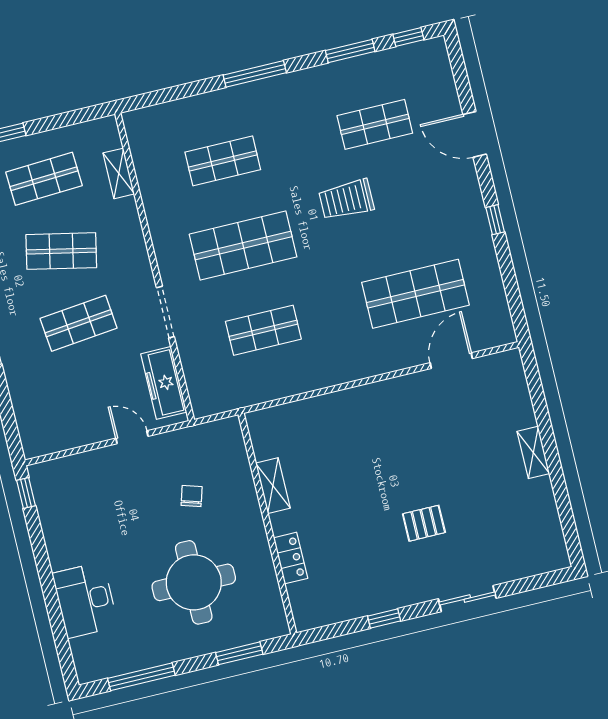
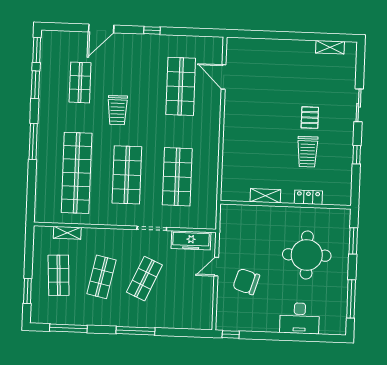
window: (408, 37) -> (37, 50), width x1.50
shop shelf: (223, 161) -> (77, 173), width x2.00, depth x1.36
shop shelf: (79, 323) -> (144, 279), turned 30
shop shelf: (263, 330) -> (177, 177), width x1.43, depth x1.36
shelving: (533, 452) -> (330, 47), moved
chair: (192, 496) -> (246, 282), moved, width x1.87, depth x1.87
trolley: (366, 535) -> (308, 152), added

